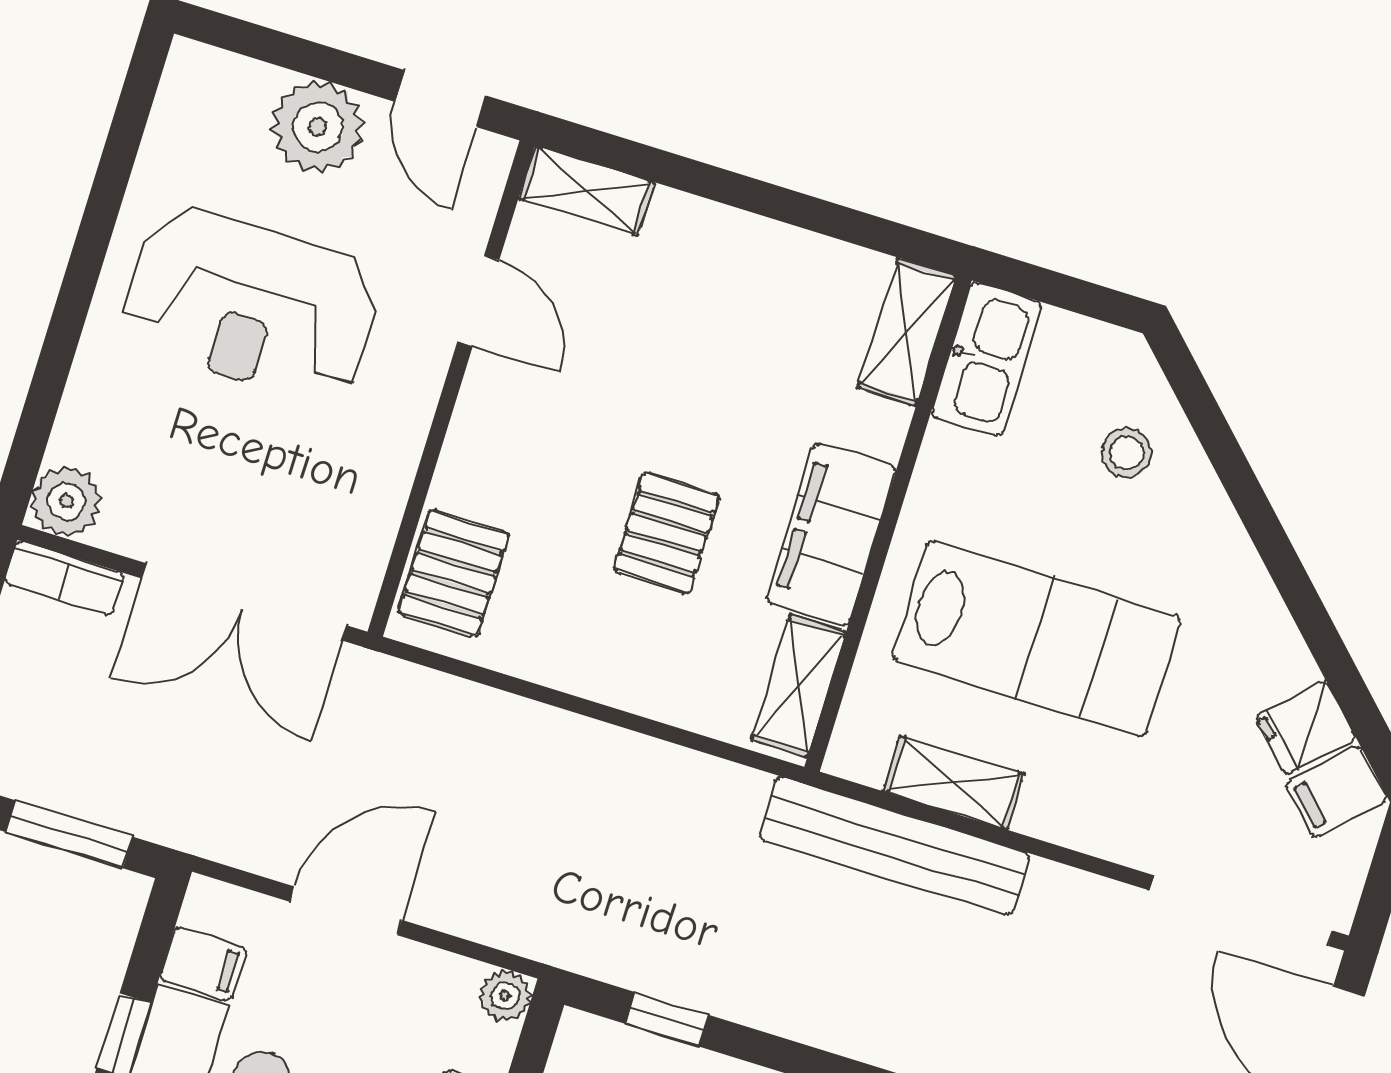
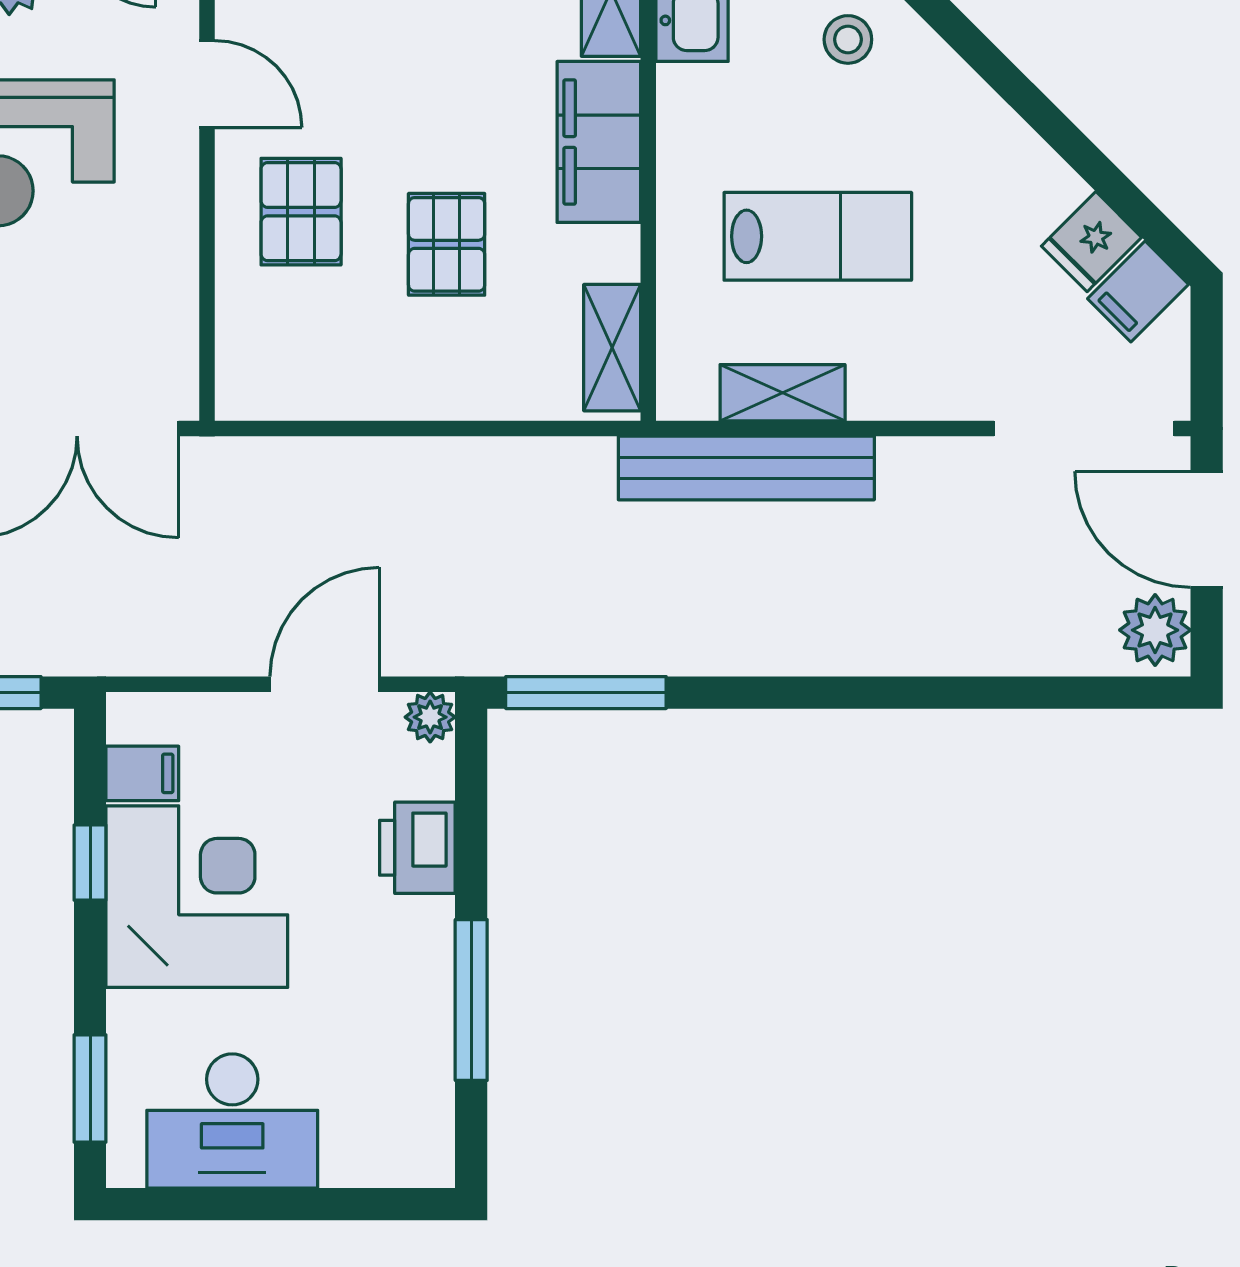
filing cabinet: (831, 534) -> (599, 142), moved
pallet: (453, 573) -> (301, 212), moved
lab bench: (1036, 639) -> (818, 236), width x0.73, depth x0.72
door: (345, 911) -> (325, 684), moved
window: (667, 1019) -> (586, 693), width x2.17

